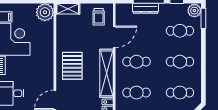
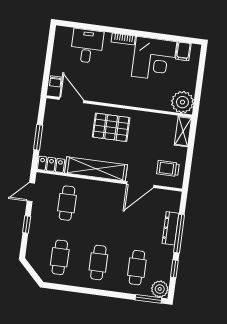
door: (114, 37) -> (140, 185), hinge flipped
cafe table: (136, 62) -> (106, 208), removed

